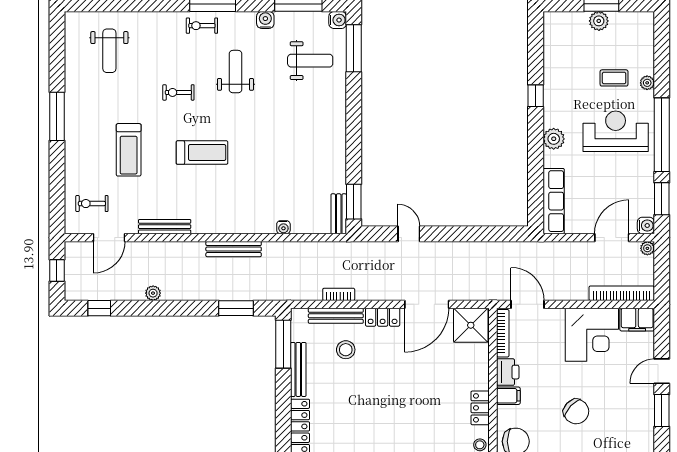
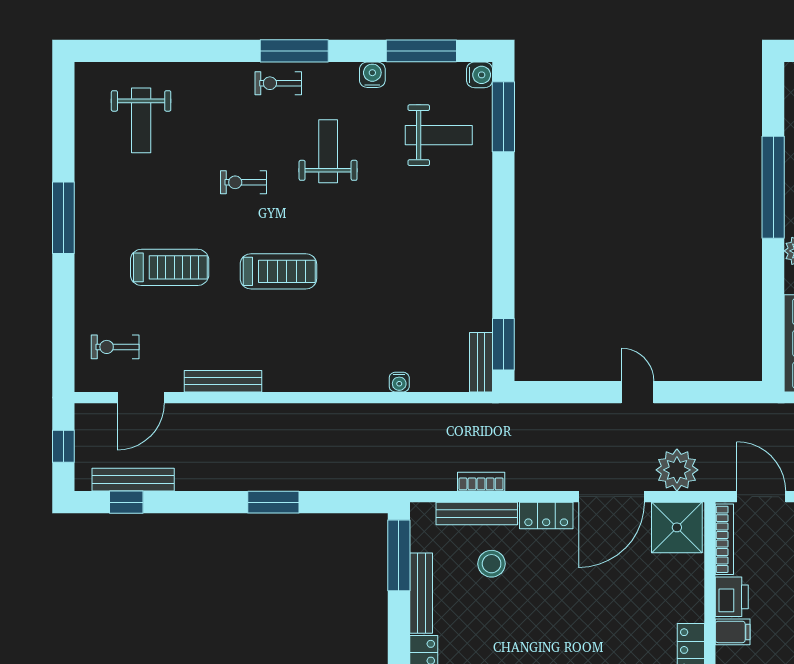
window: (536, 96) -> (773, 187), width x3.17
treadmill: (129, 150) -> (170, 267), turned -90
door: (409, 234) -> (638, 392), moved
bench: (234, 249) -> (133, 480), moved
plant: (153, 293) -> (677, 470), moved, width x1.88, depth x1.88
window: (236, 308) -> (273, 502), moved

